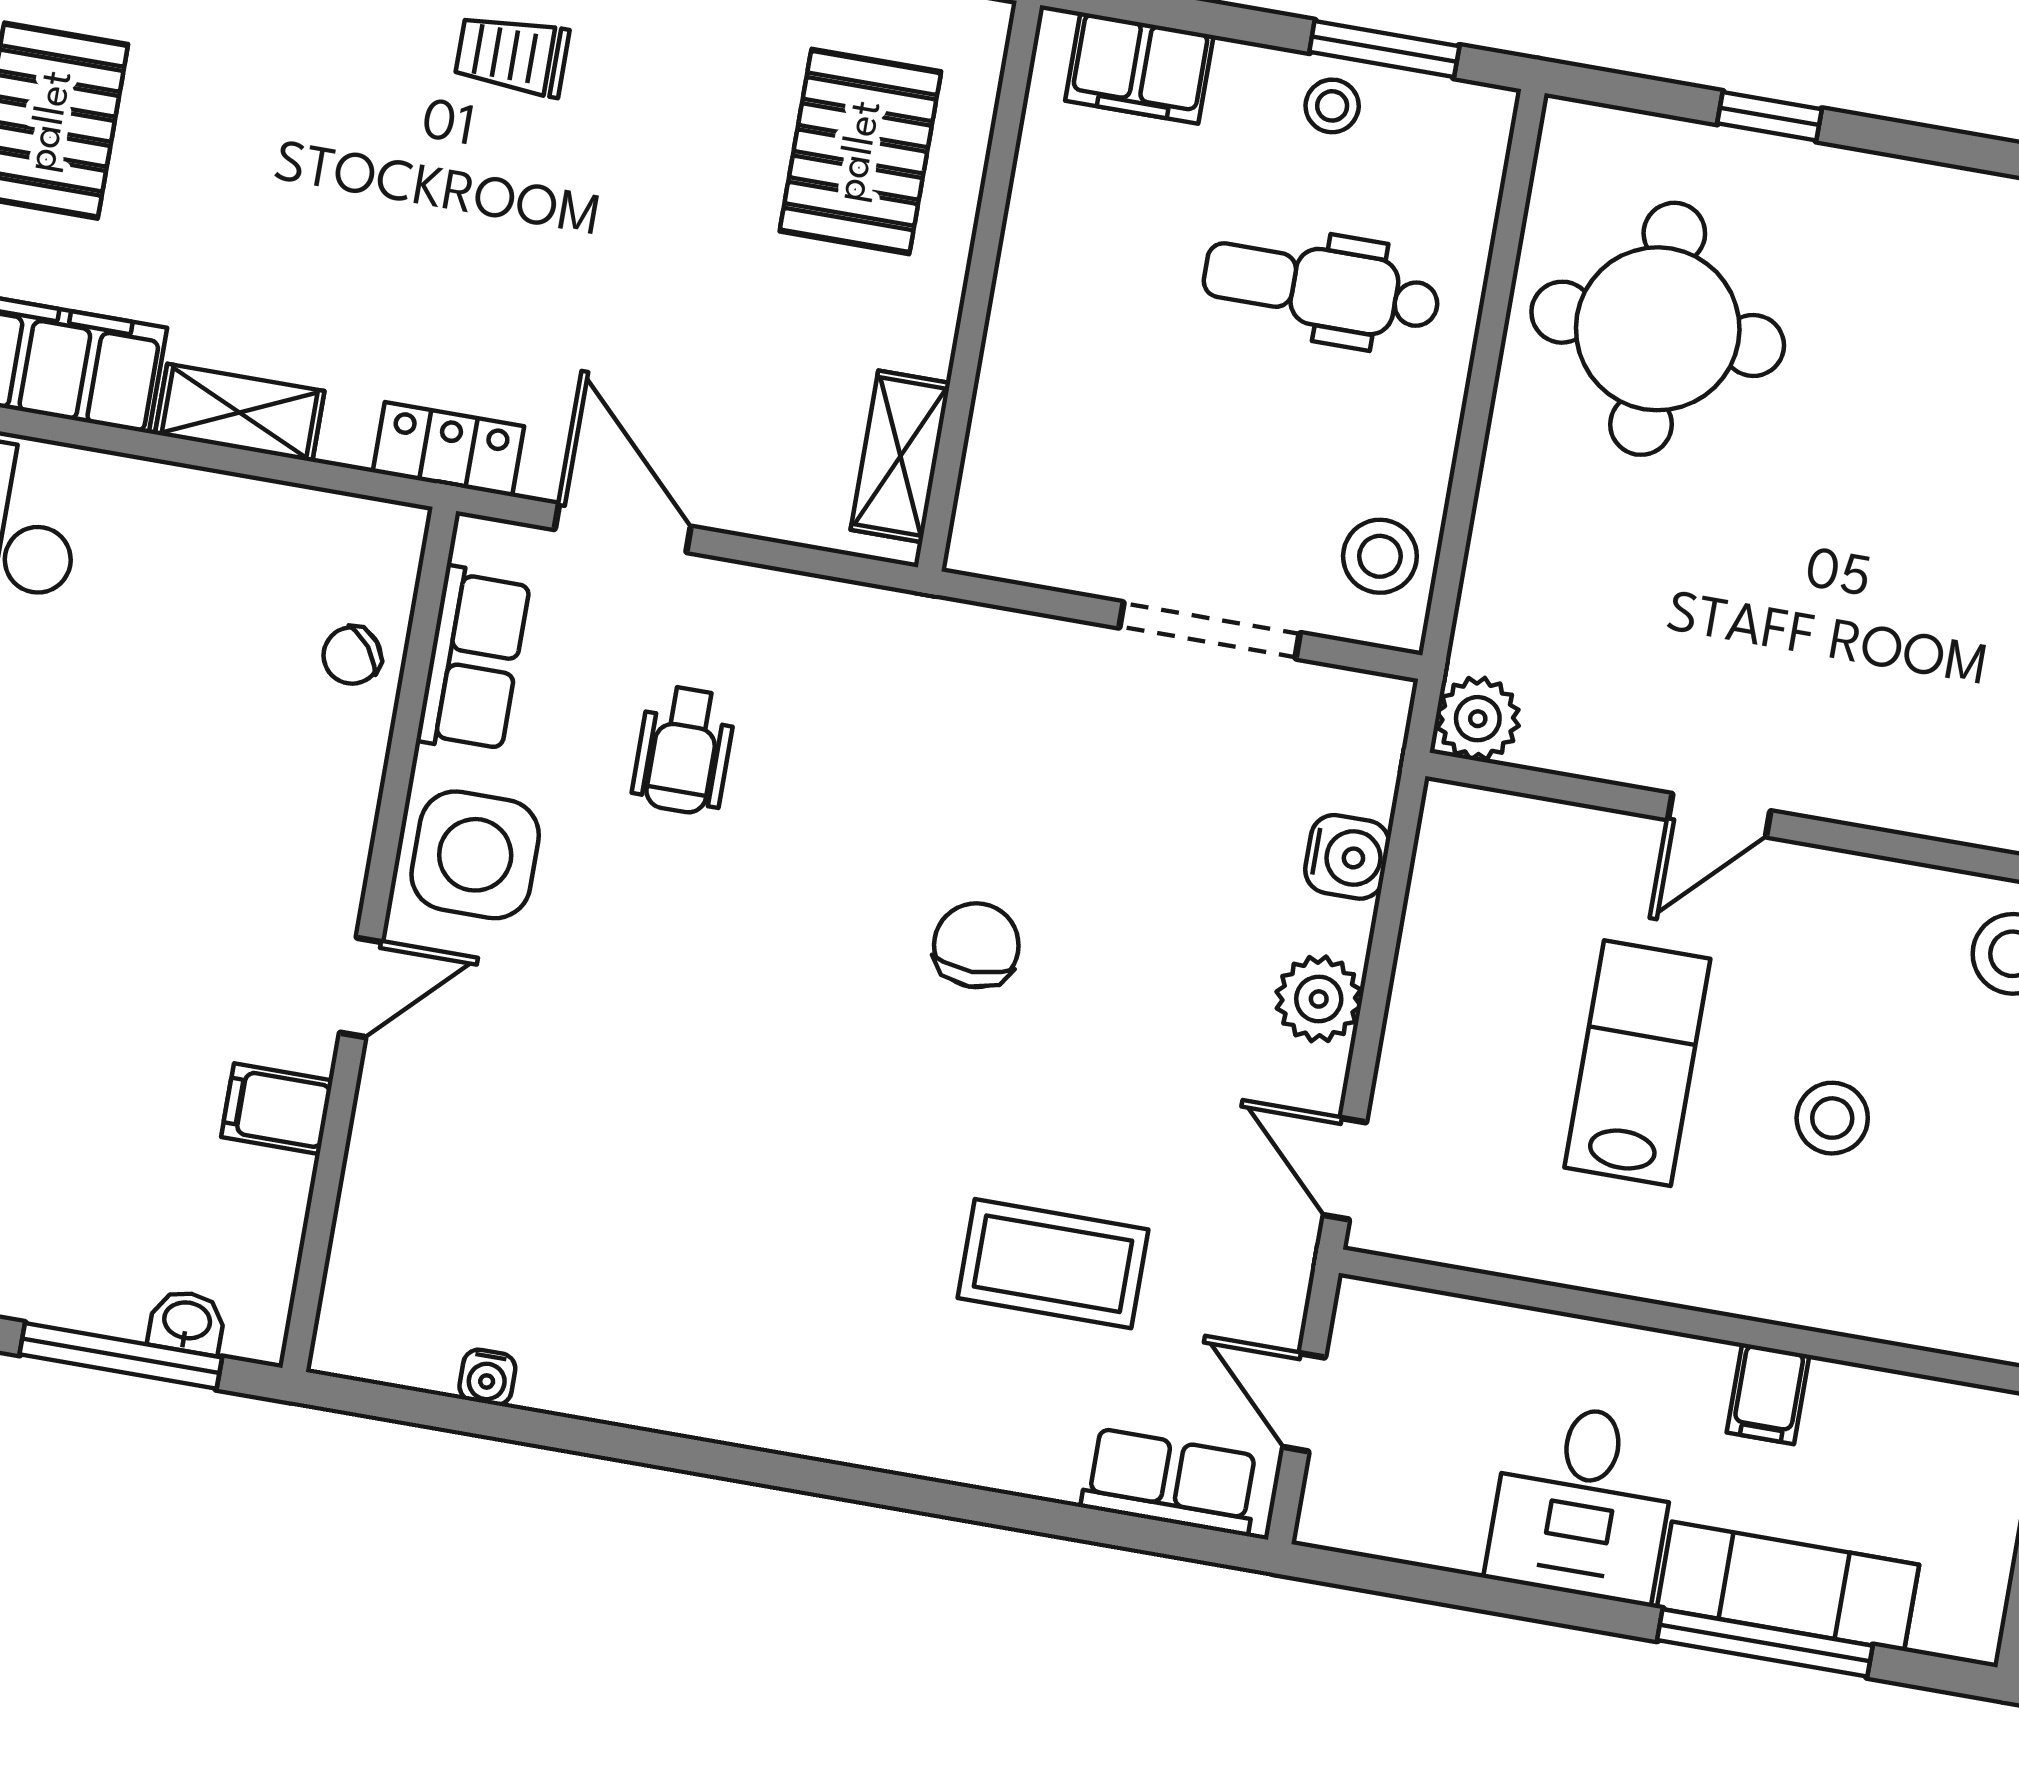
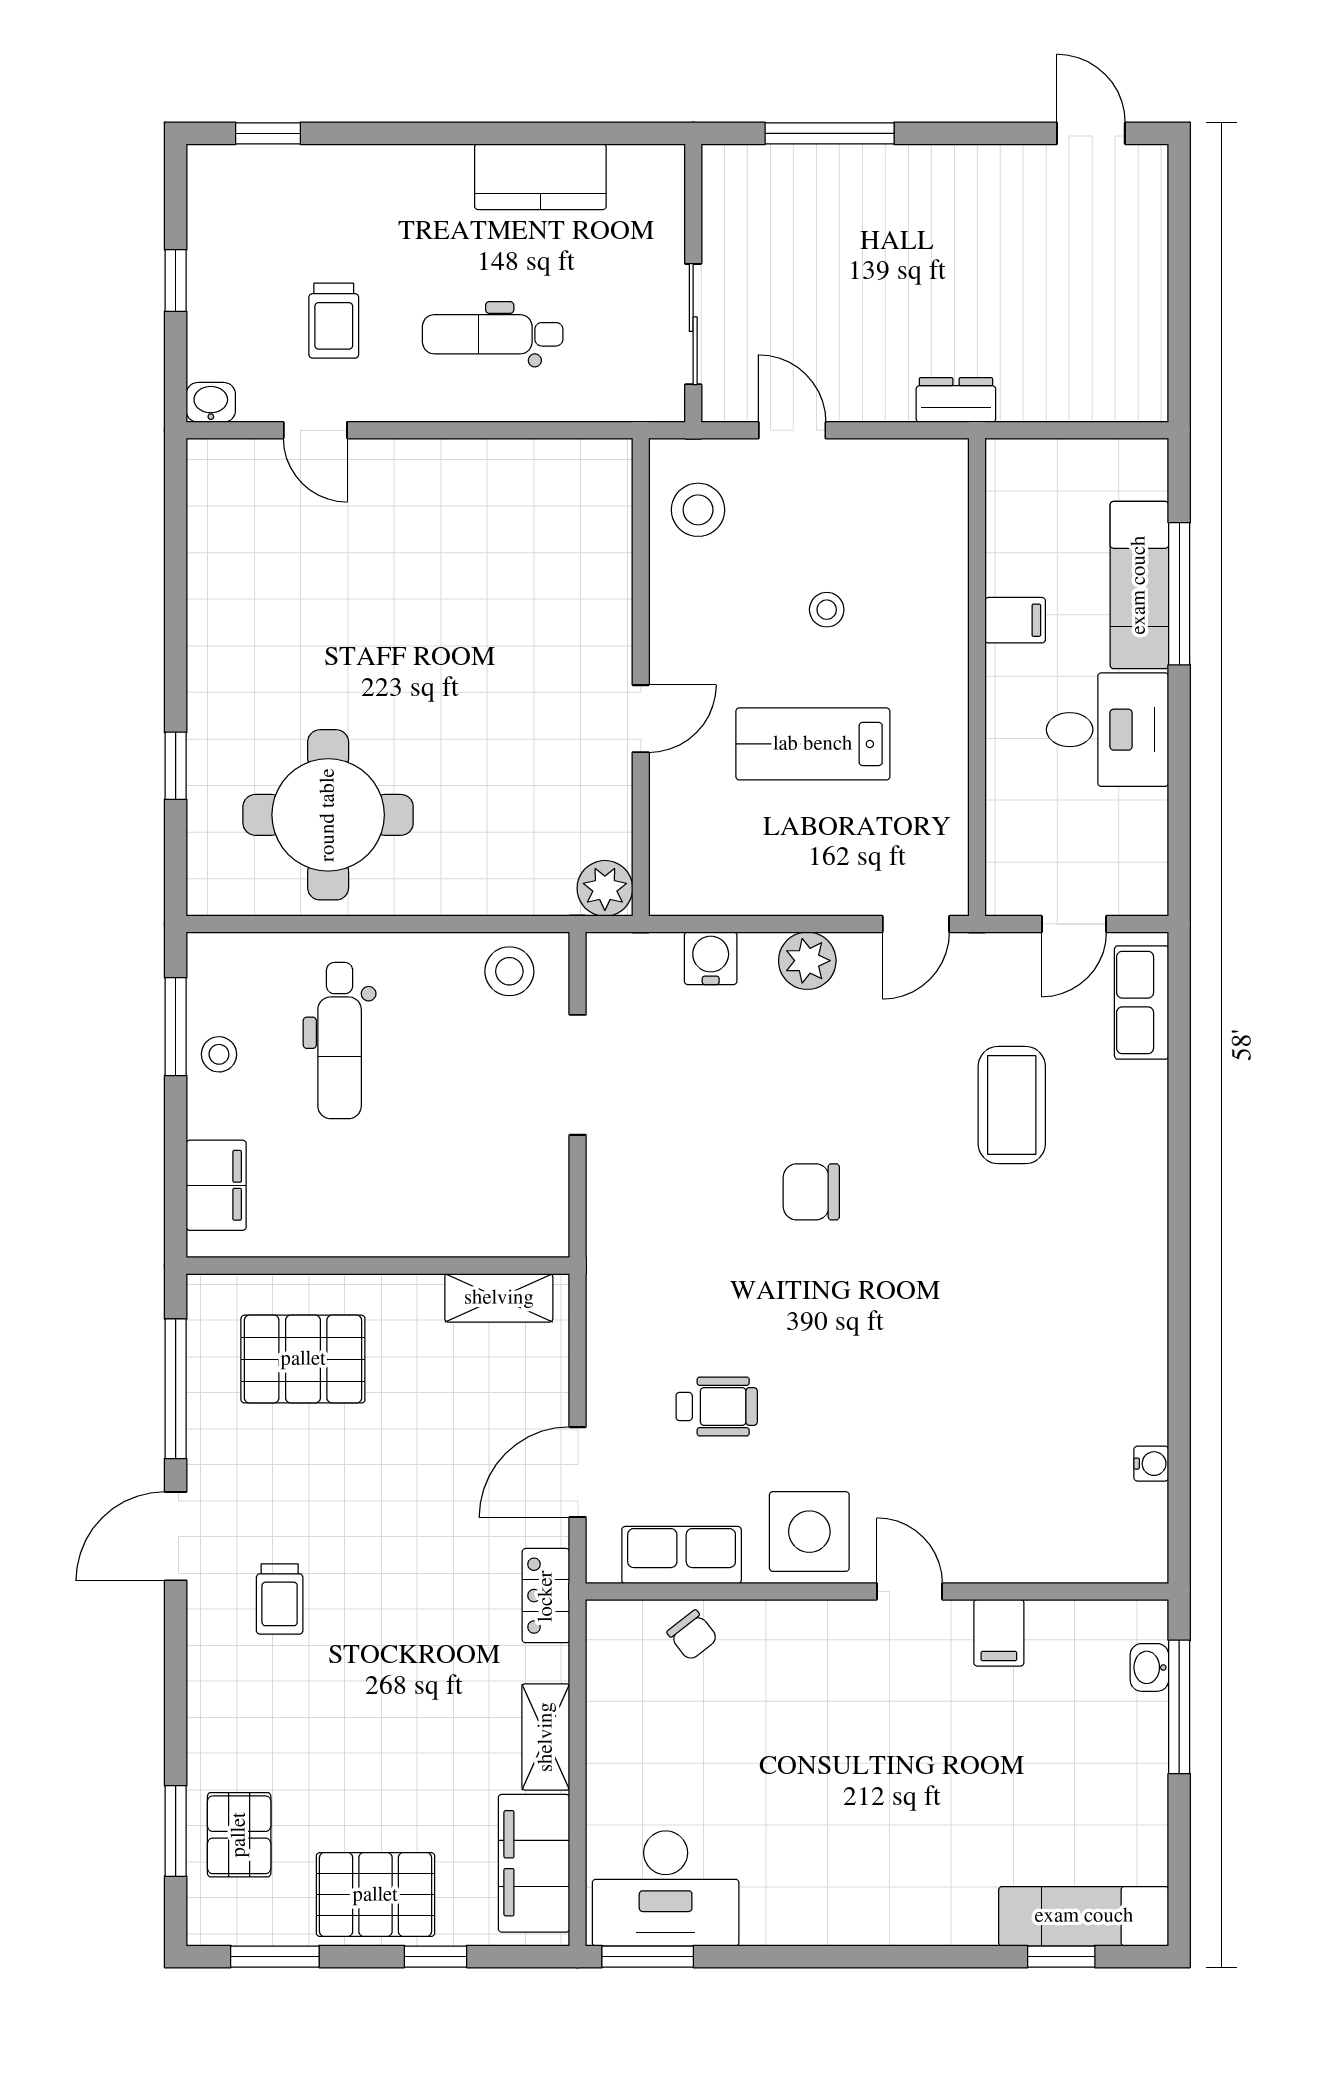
door: (1719, 815) -> (641, 719), hinge flipped
stool: (1832, 1118) -> (827, 610), width x0.73, depth x0.73

